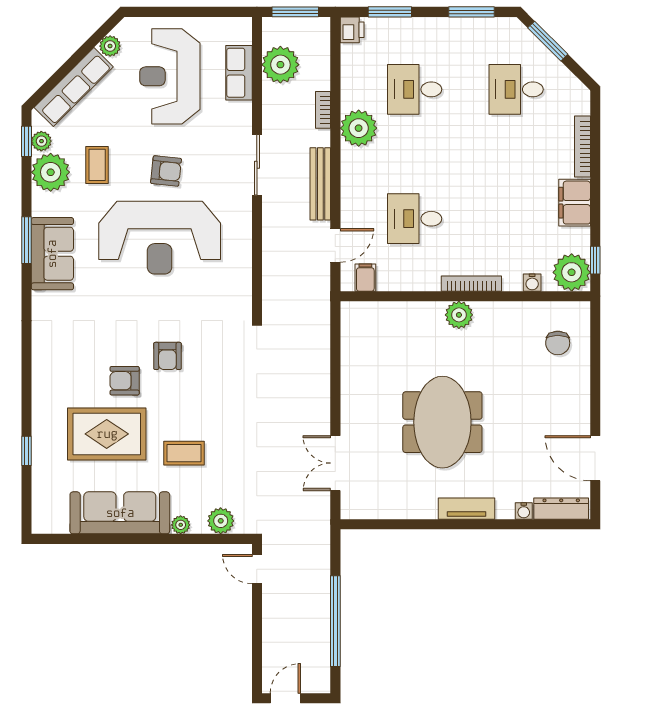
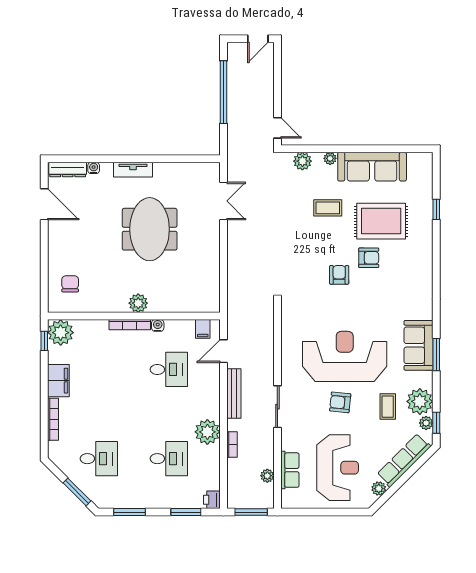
plant: (280, 65) -> (267, 476), width x0.53, depth x0.53
water cooler: (532, 283) -> (158, 325), moved

